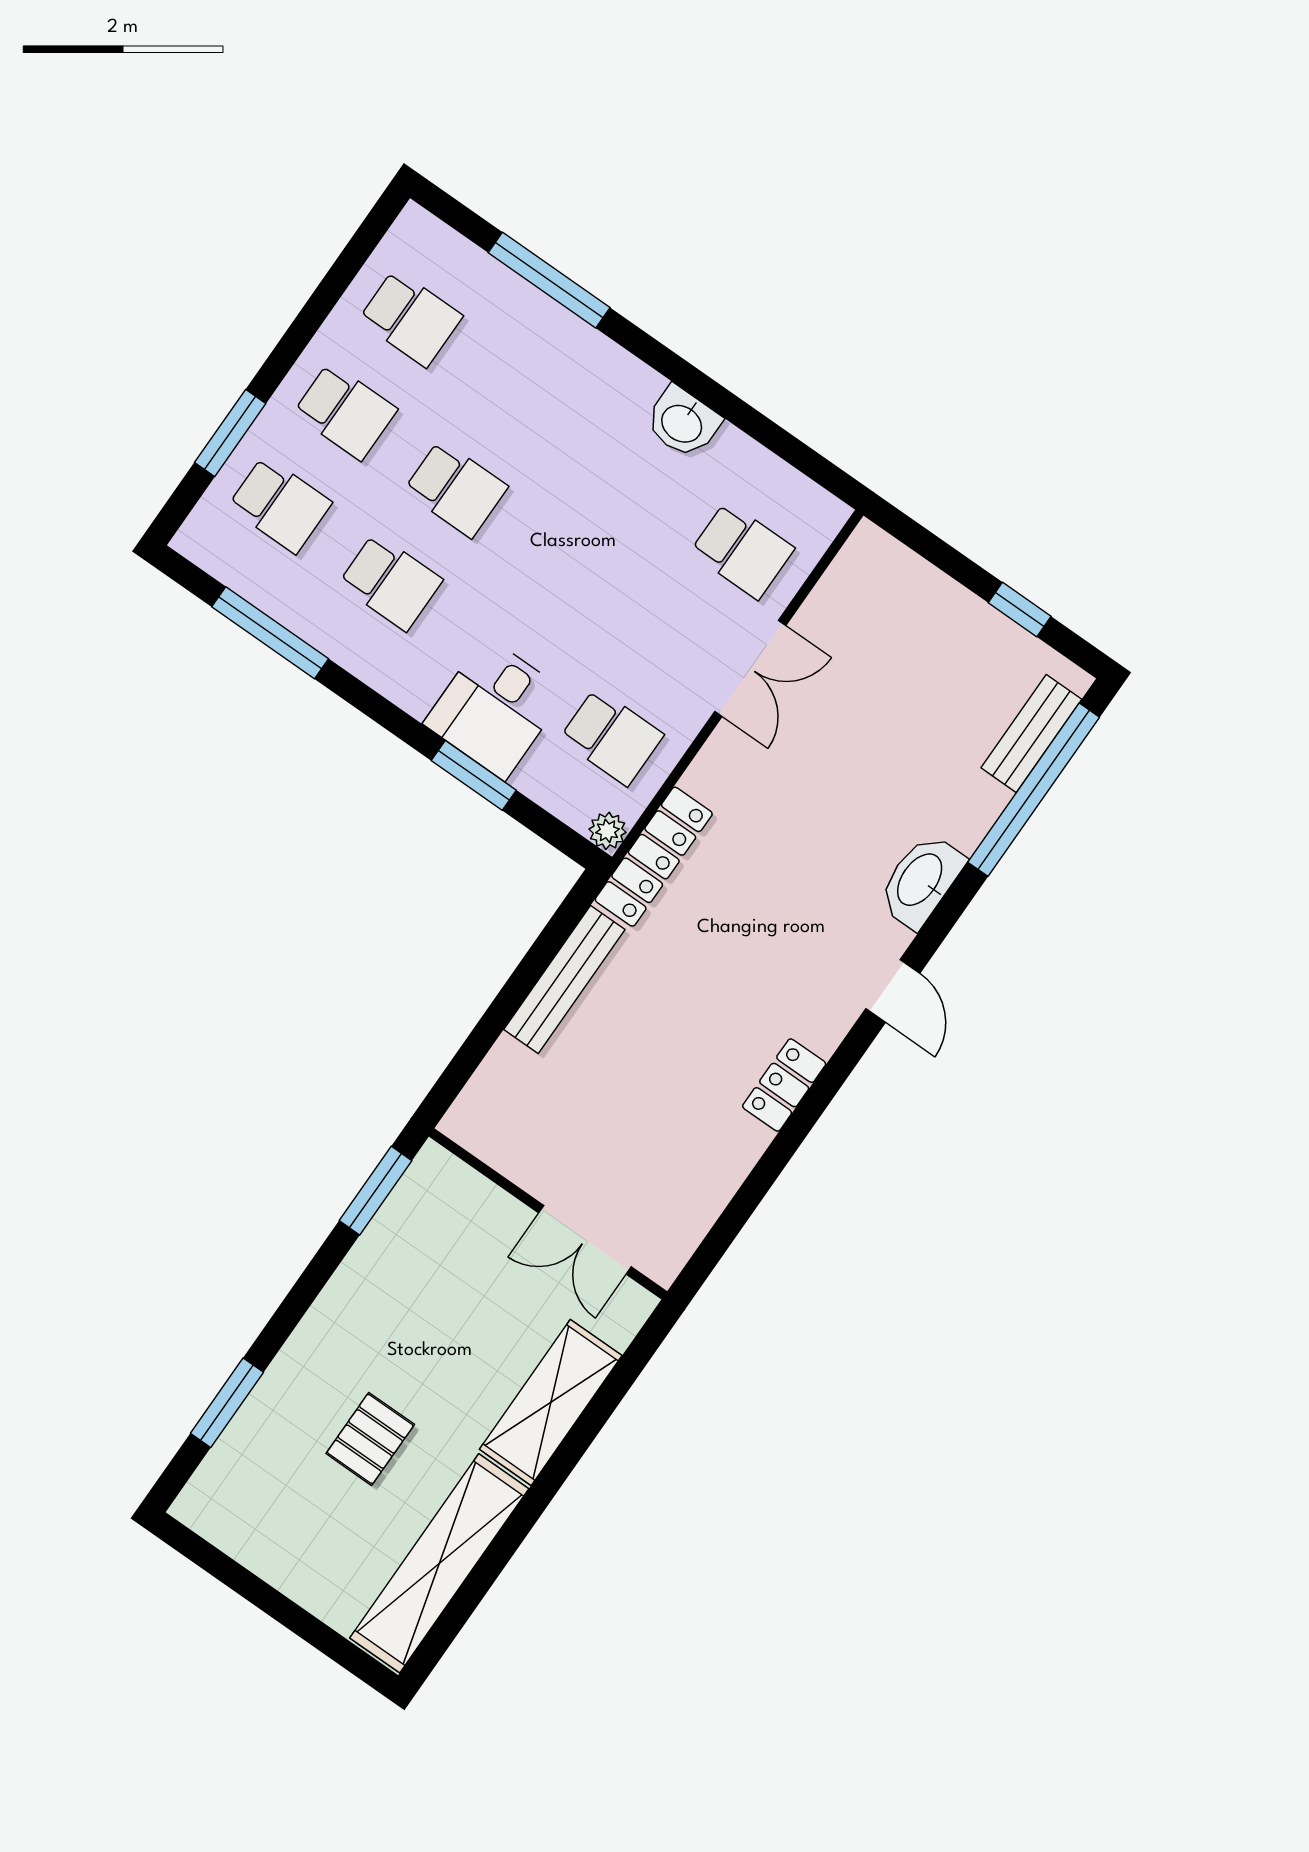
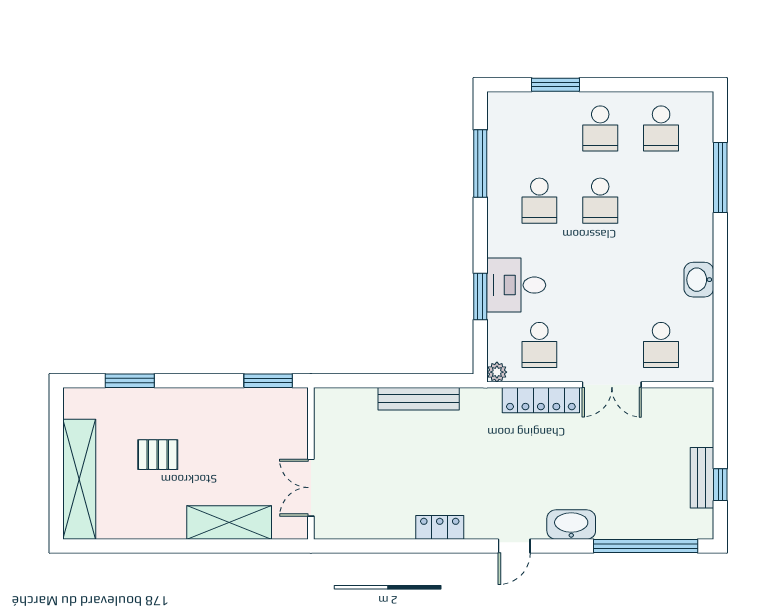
school desk: (280, 505) -> (539, 128), removed
bench: (1031, 733) -> (702, 478), moved, turned 90
locker: (654, 857) -> (541, 400), moved
shelving: (439, 1563) -> (79, 479), moved, turned 90

